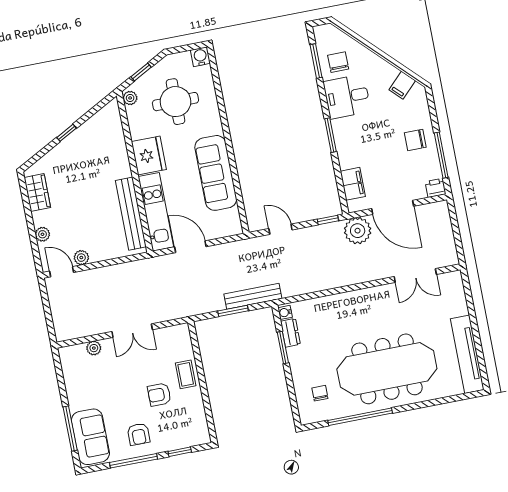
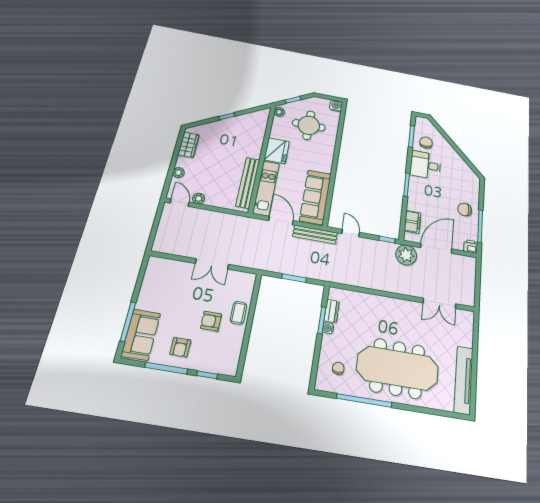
filing cabinet: (402, 85) -> (465, 172), removed
sofa: (216, 173) -> (315, 197), moved
door: (393, 207) -> (436, 248), swing flipped
bench: (253, 296) -> (315, 235), moved
water cooler: (285, 312) -> (328, 328), moved
plant: (94, 348) -> (177, 266), removed

